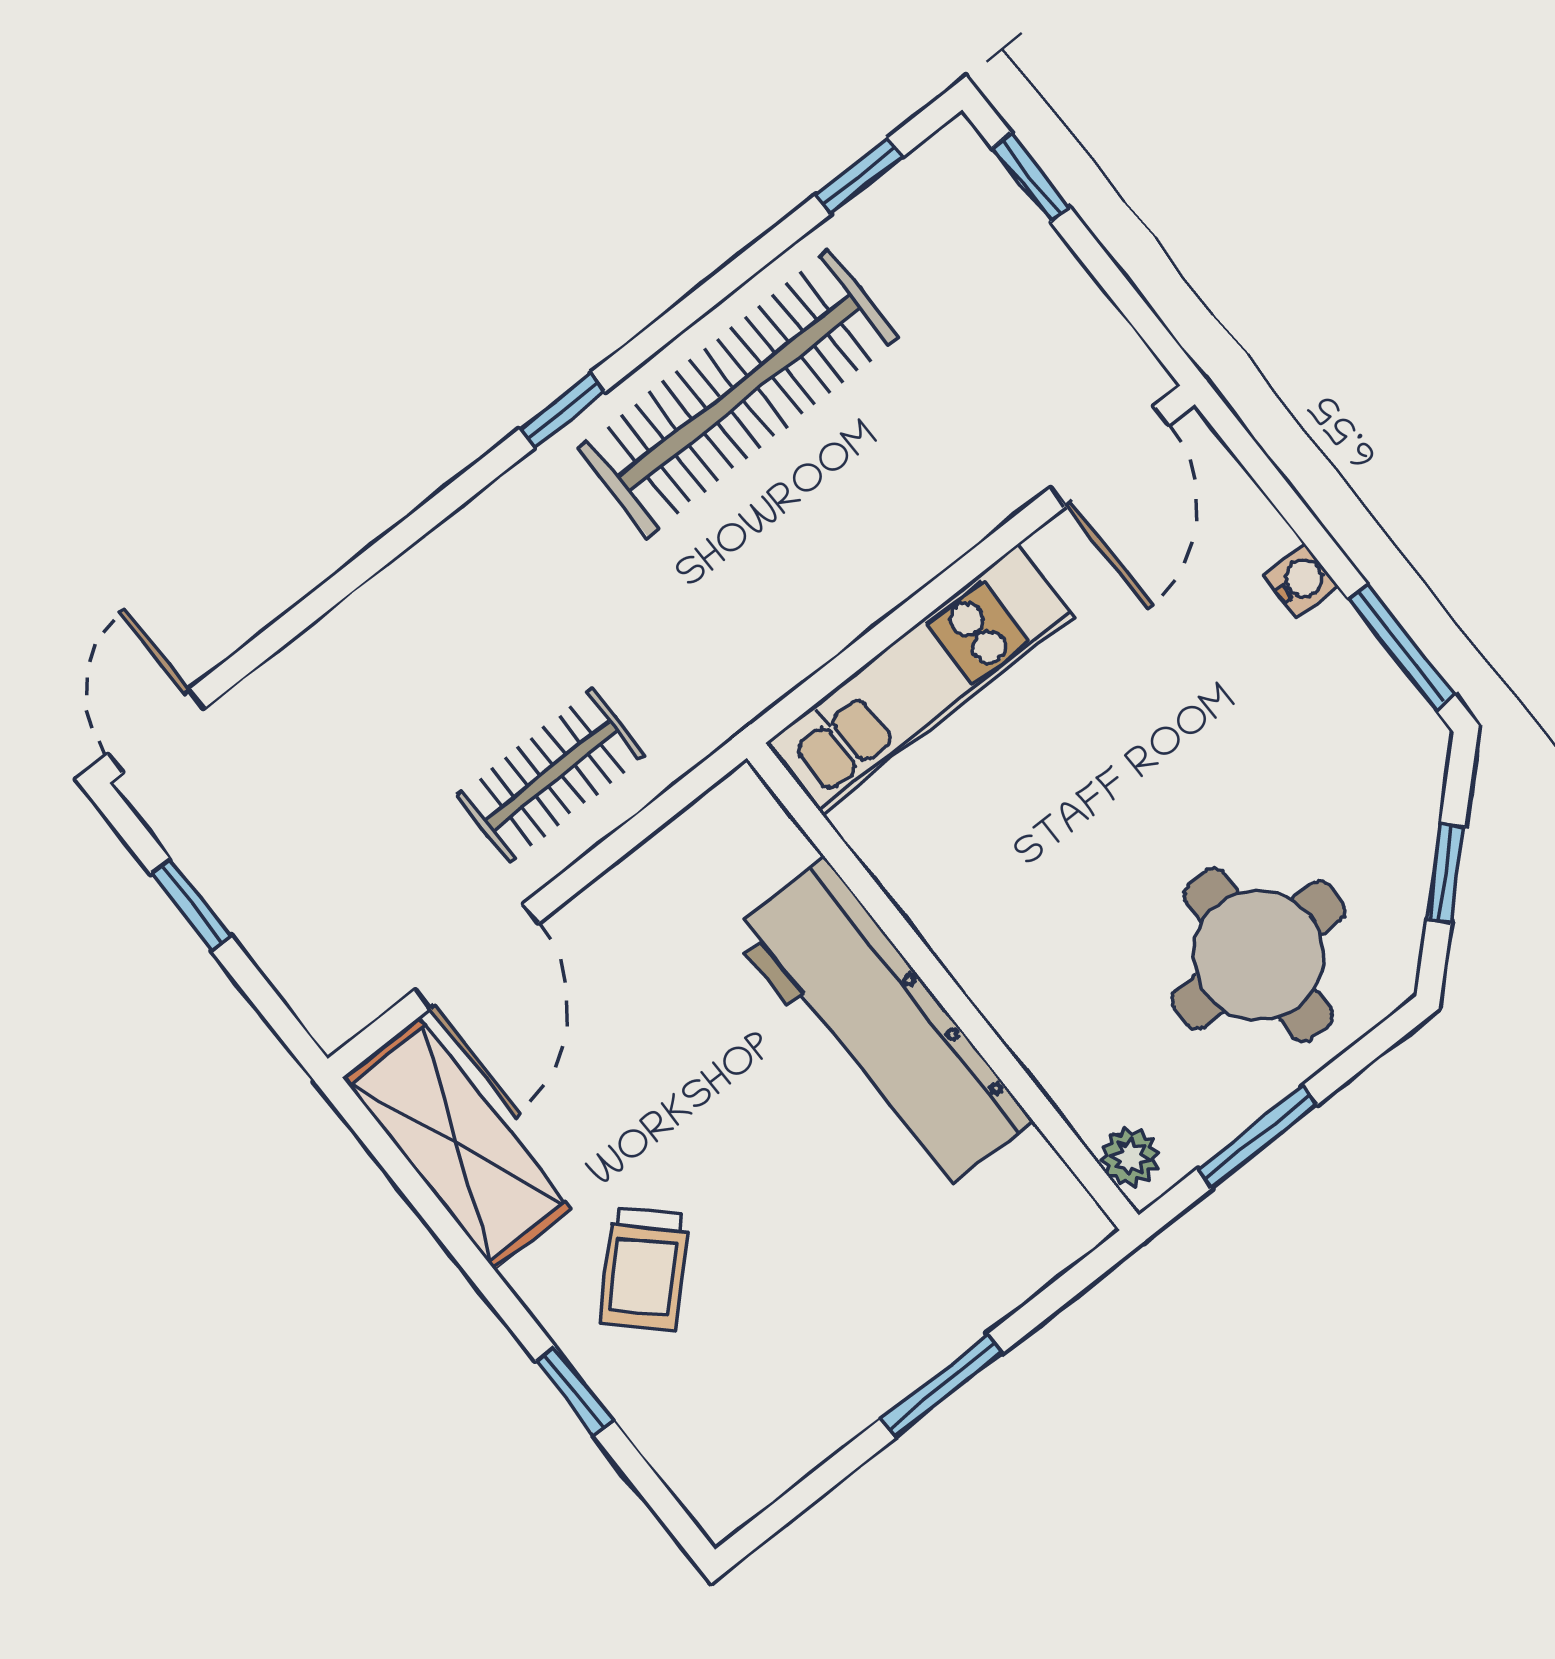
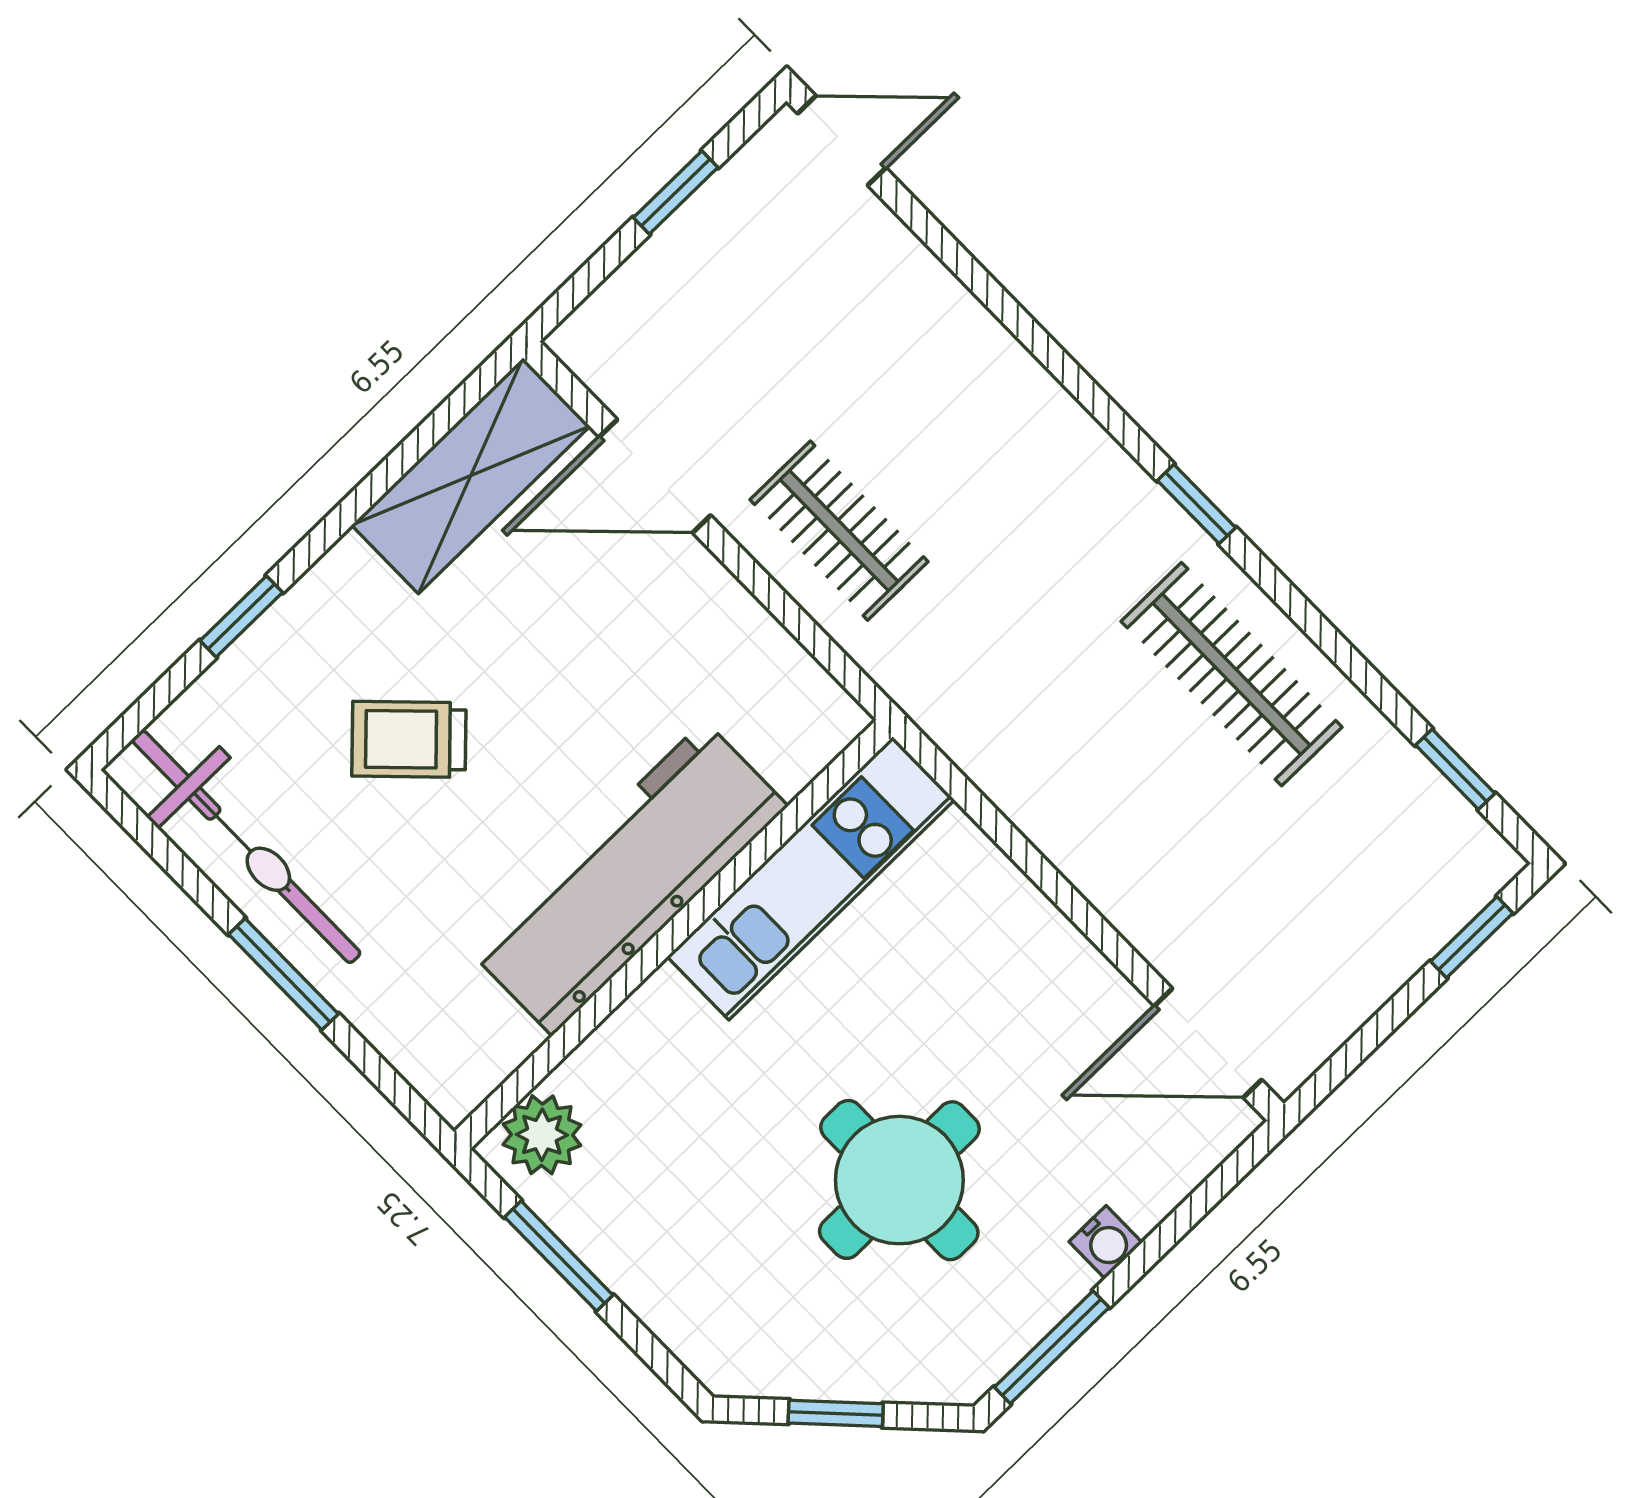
clothes rail: (739, 393) -> (1232, 674), width x0.73, depth x0.76
kitchen unit: (920, 679) -> (811, 878), moved, turned -90
round table: (1258, 955) -> (899, 1180), moved
plant: (1130, 1157) -> (542, 1135), width x1.38, depth x1.38
trolley: (644, 1269) -> (409, 739), moved
bicycle: (809, 1410) -> (246, 847), added

